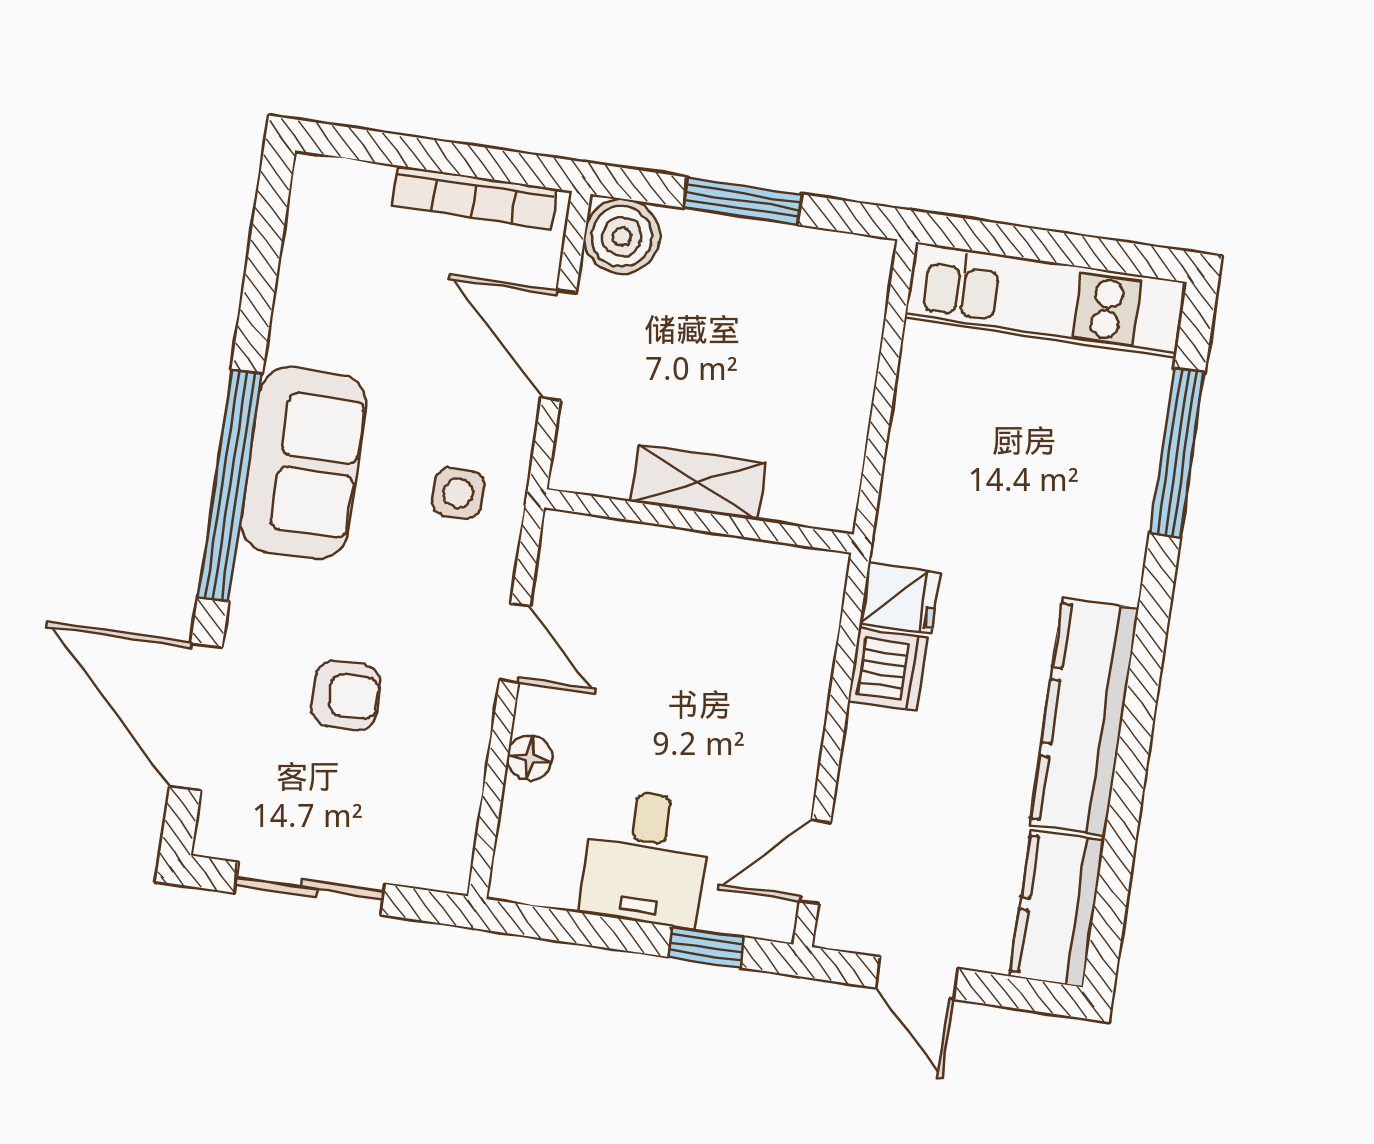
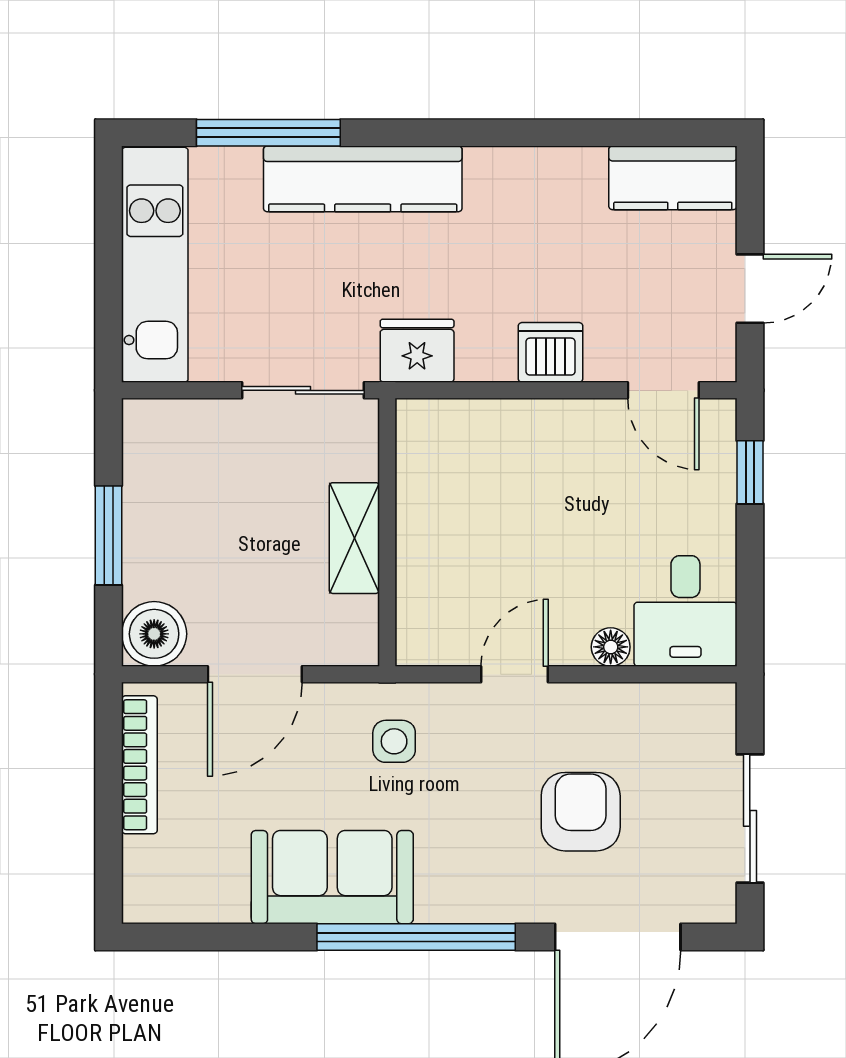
sliding door: (876, 448) -> (303, 390), added
sofa: (304, 463) -> (332, 877), moved
fridge: (900, 598) -> (417, 351), width x1.38
dishwasher: (888, 669) -> (550, 352), moved
armchair: (346, 695) -> (581, 812), width x1.38, depth x1.38
kitchen counter: (1084, 716) -> (363, 179), moved
desk: (646, 858) -> (685, 611), moved, turned 90

